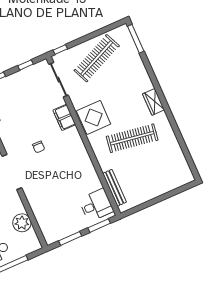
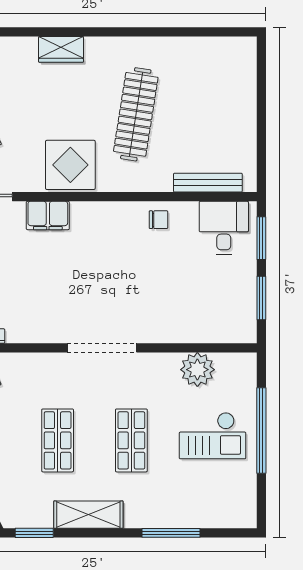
wardrobe: (154, 102) -> (61, 49), moved
chair: (39, 147) -> (159, 220), moved

